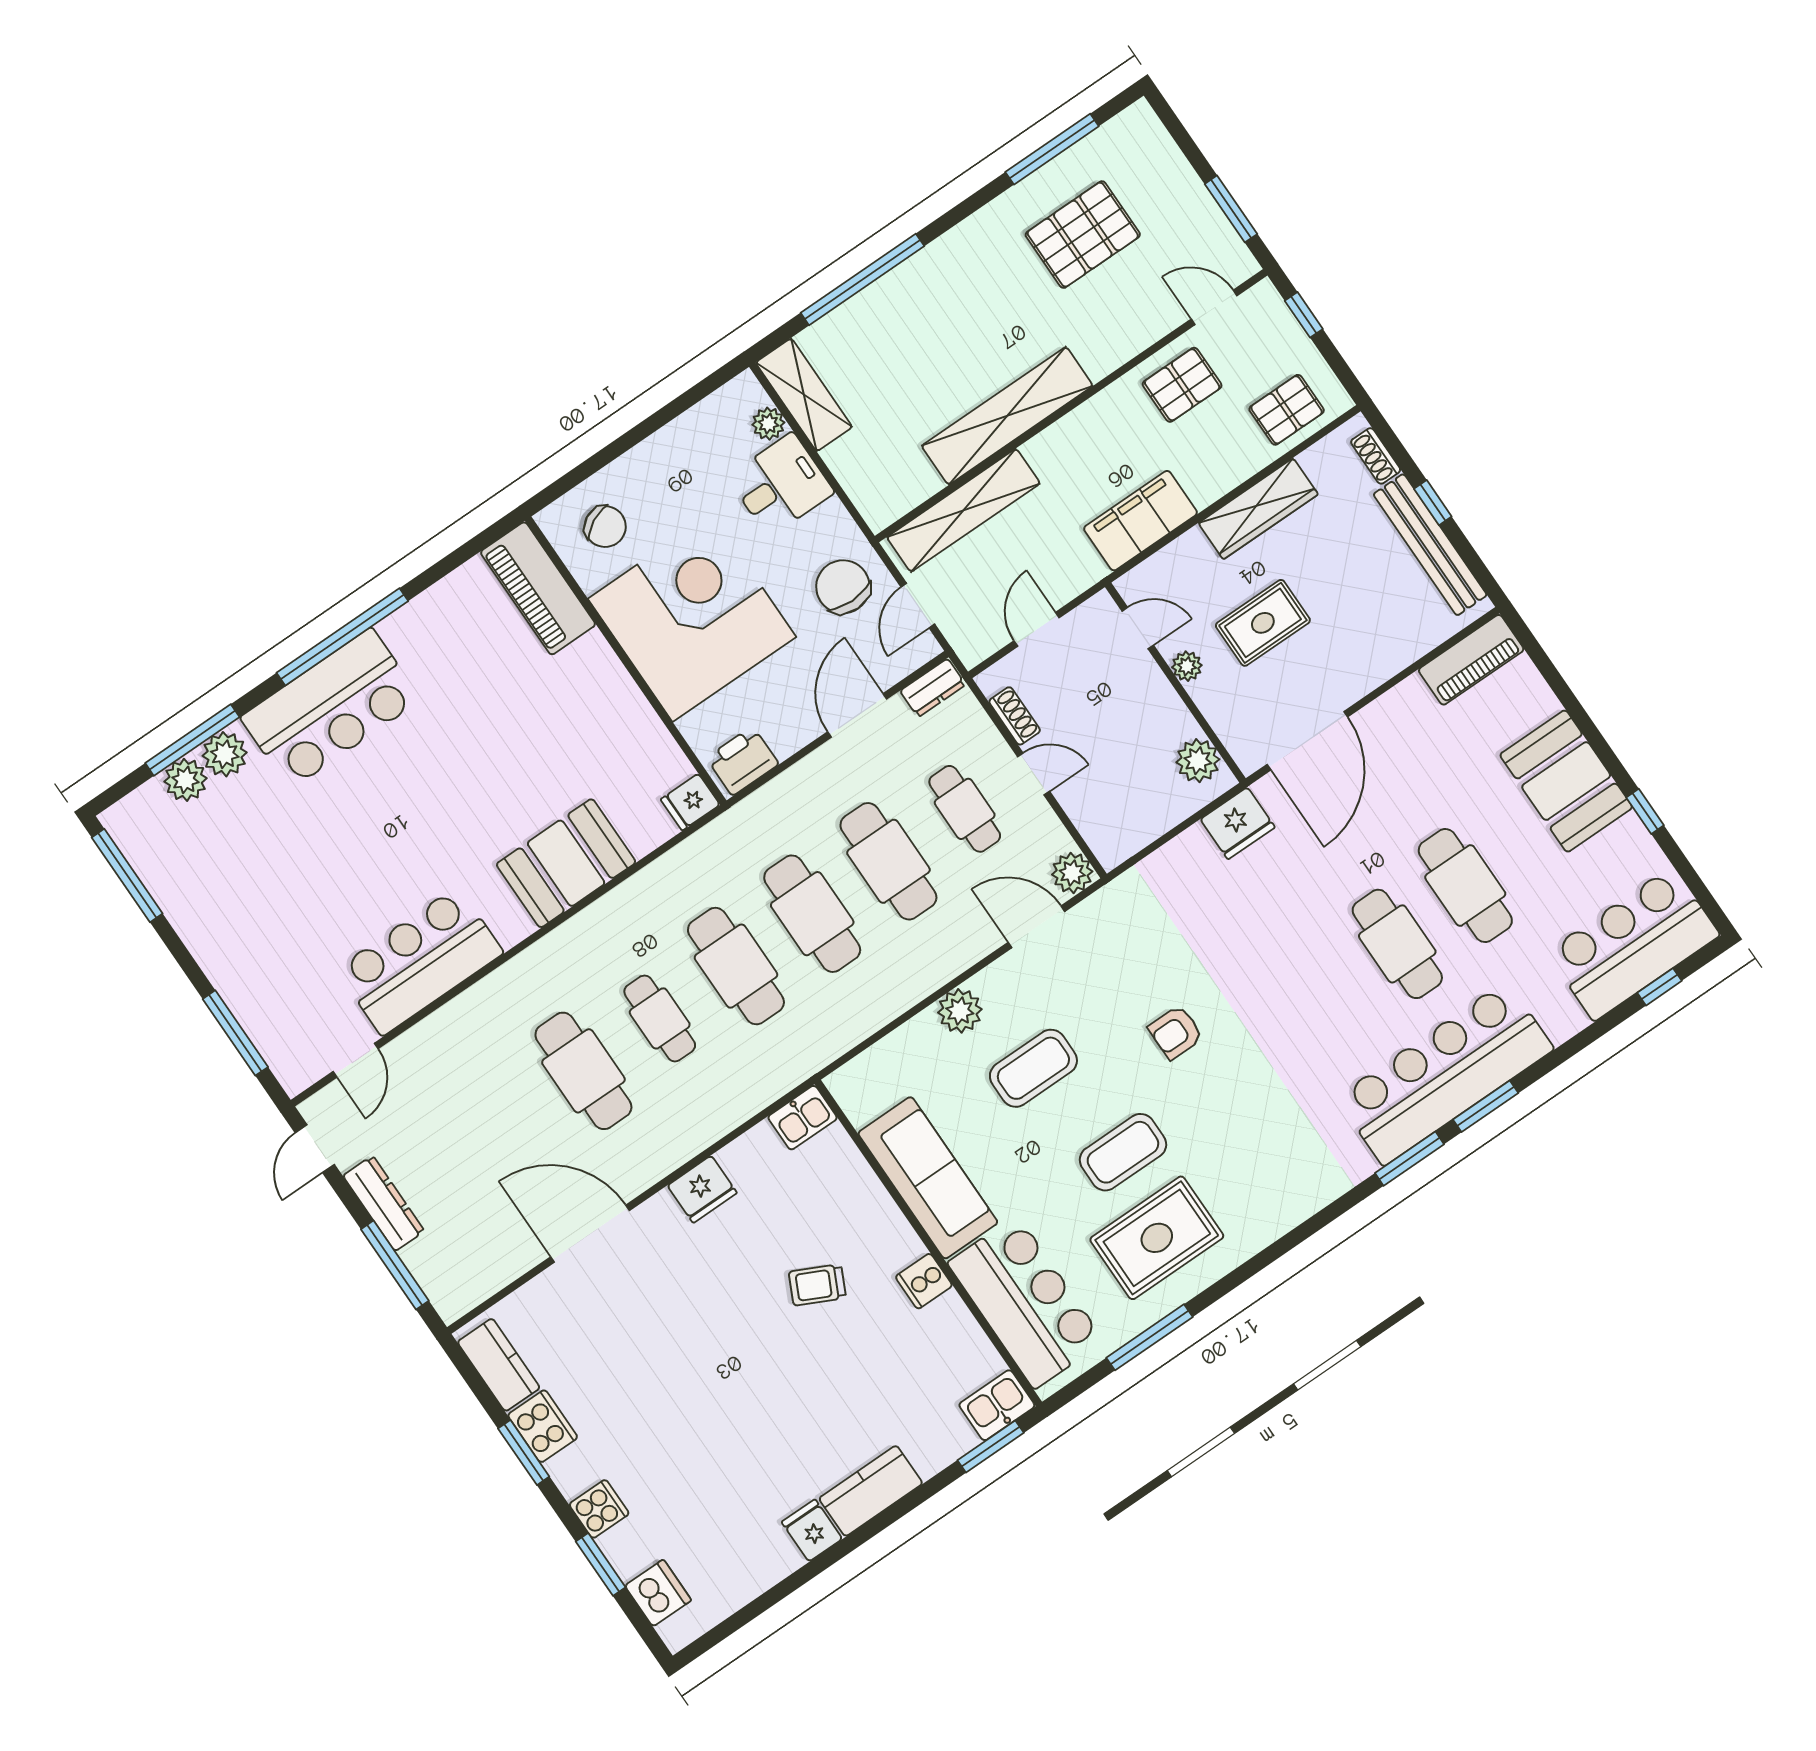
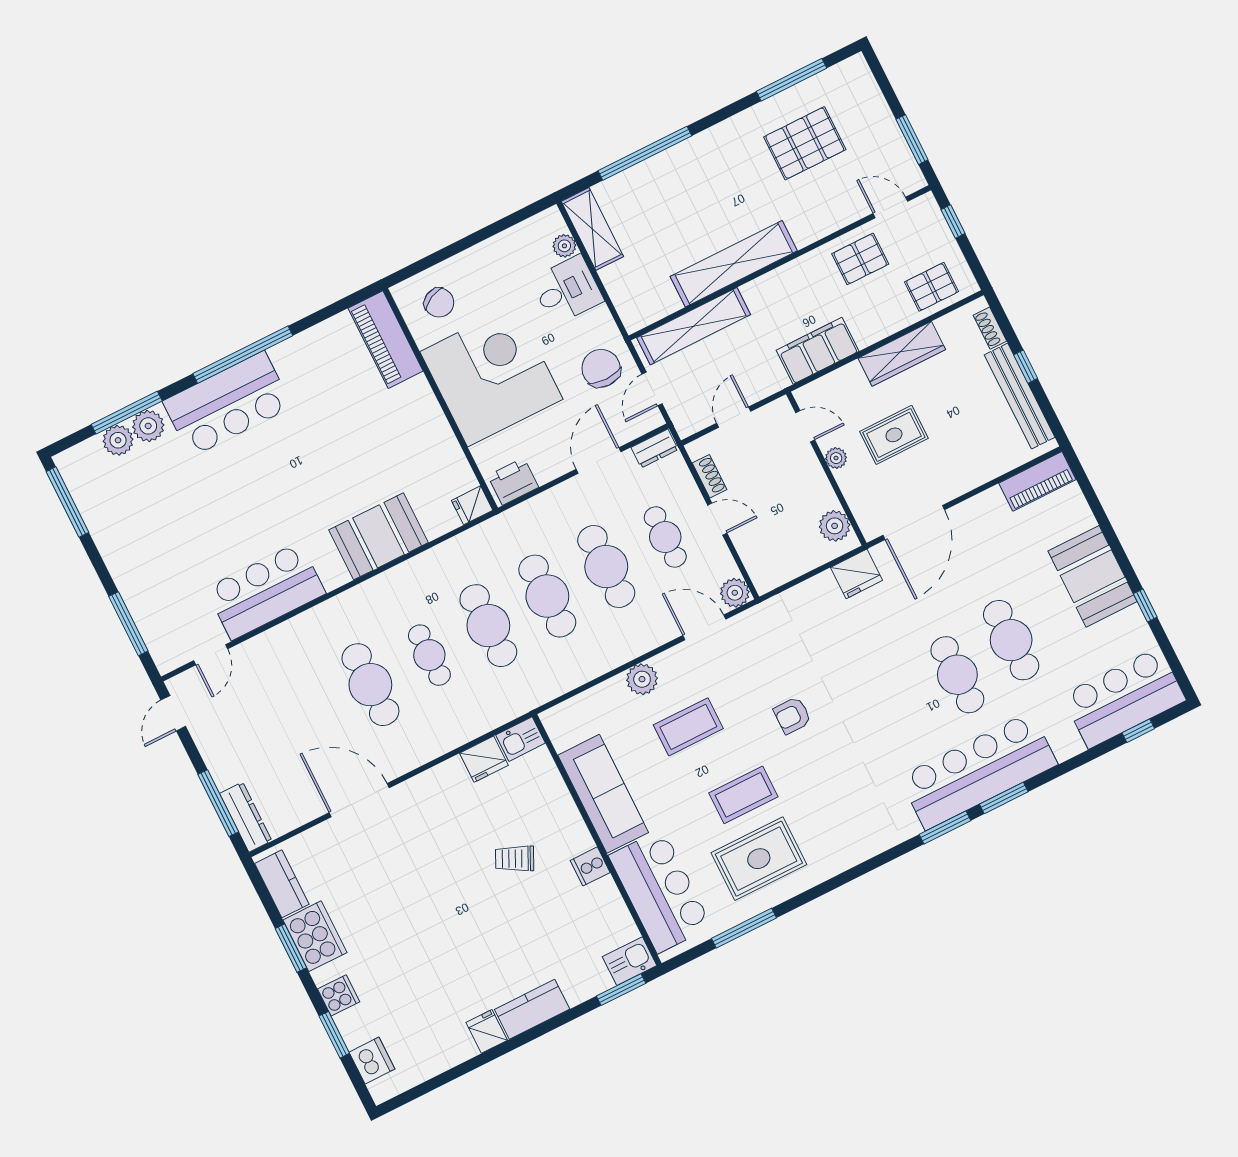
fridge: (702, 1189) -> (484, 759), moved
dresser: (384, 1203) -> (246, 817), moved
cooker: (543, 1426) -> (315, 936), width x1.37, depth x1.31

